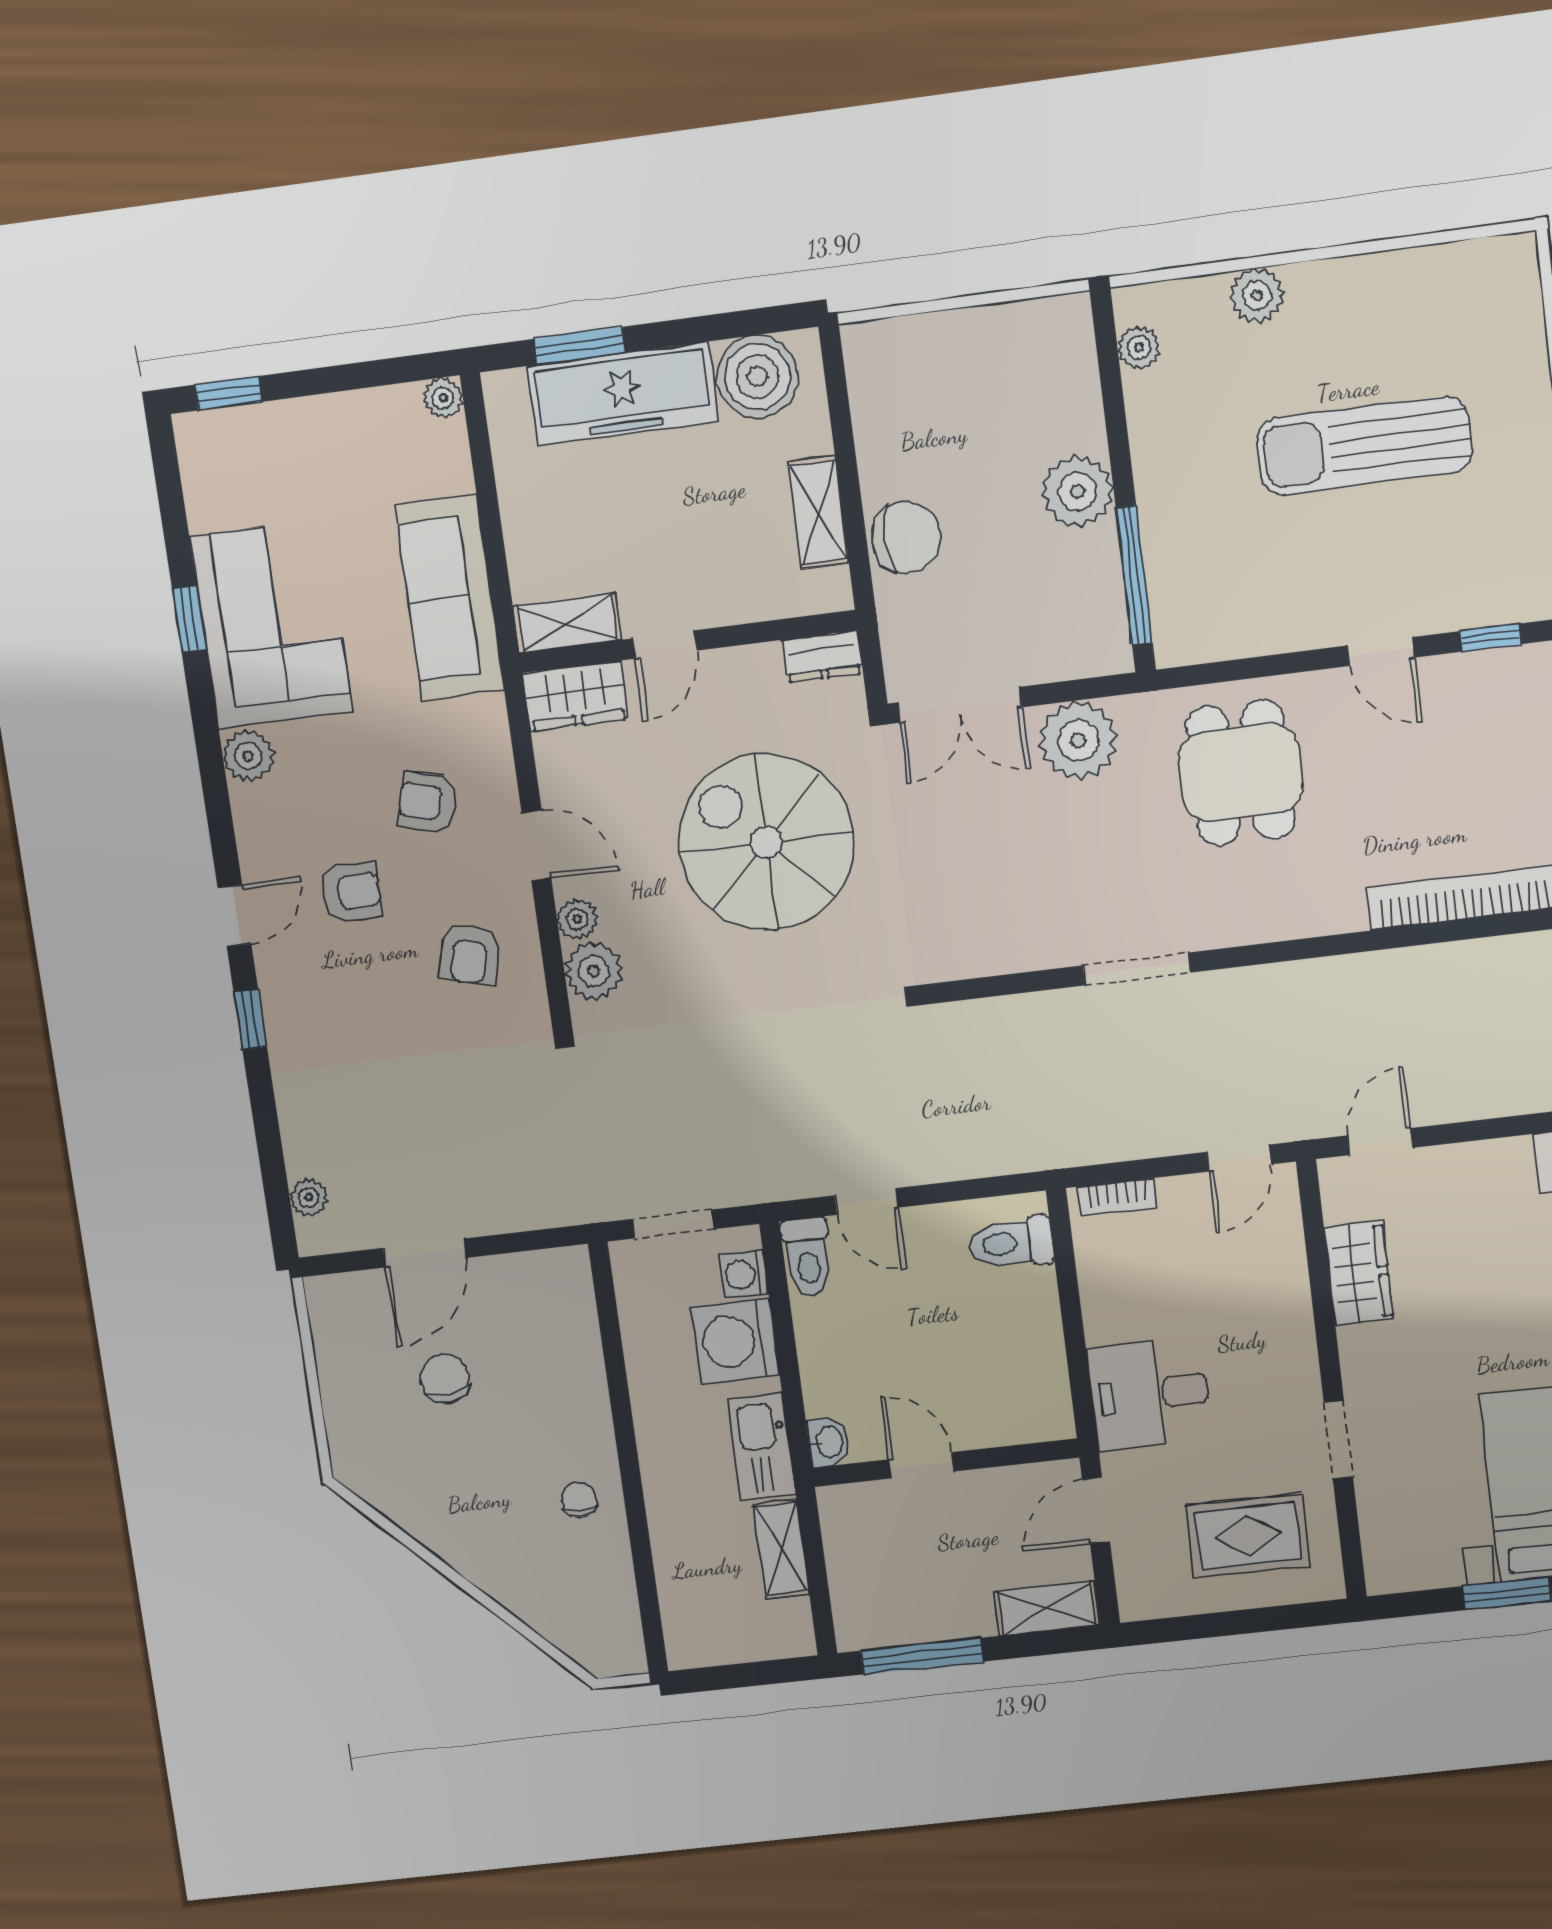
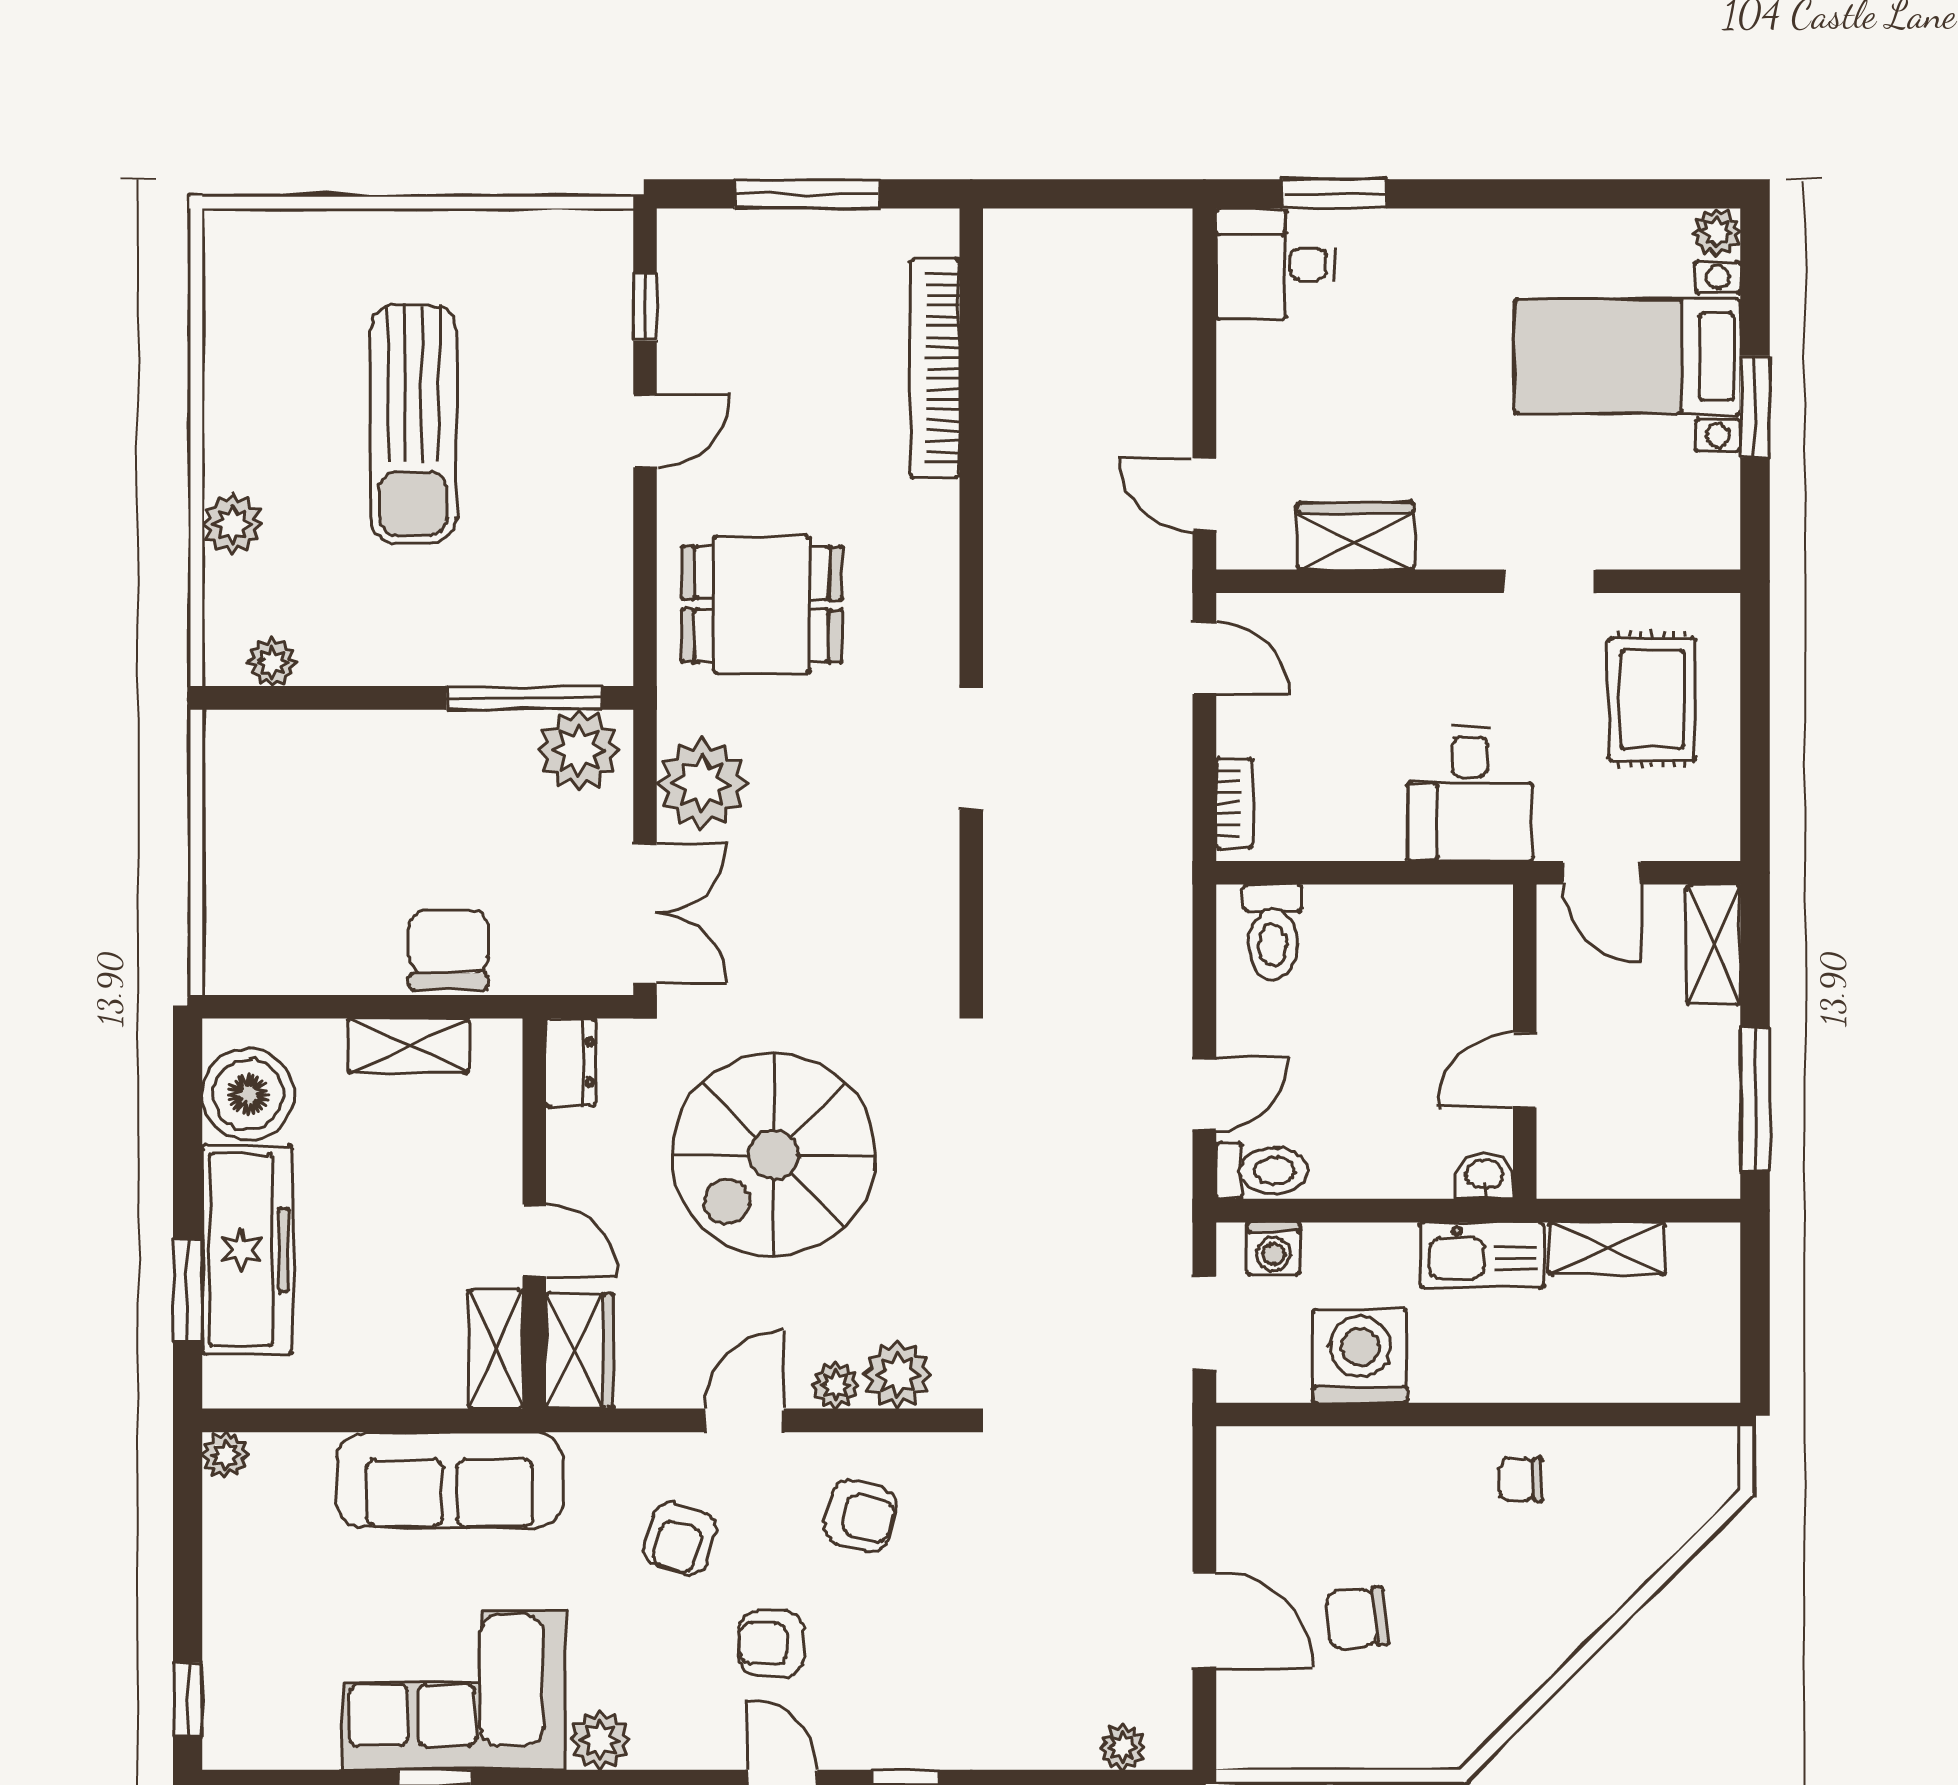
plant: (1077, 491) -> (579, 750), moved
armchair: (351, 892) -> (771, 1643), turned -90
washing machine: (735, 1341) -> (1360, 1356), moved, turned 180

